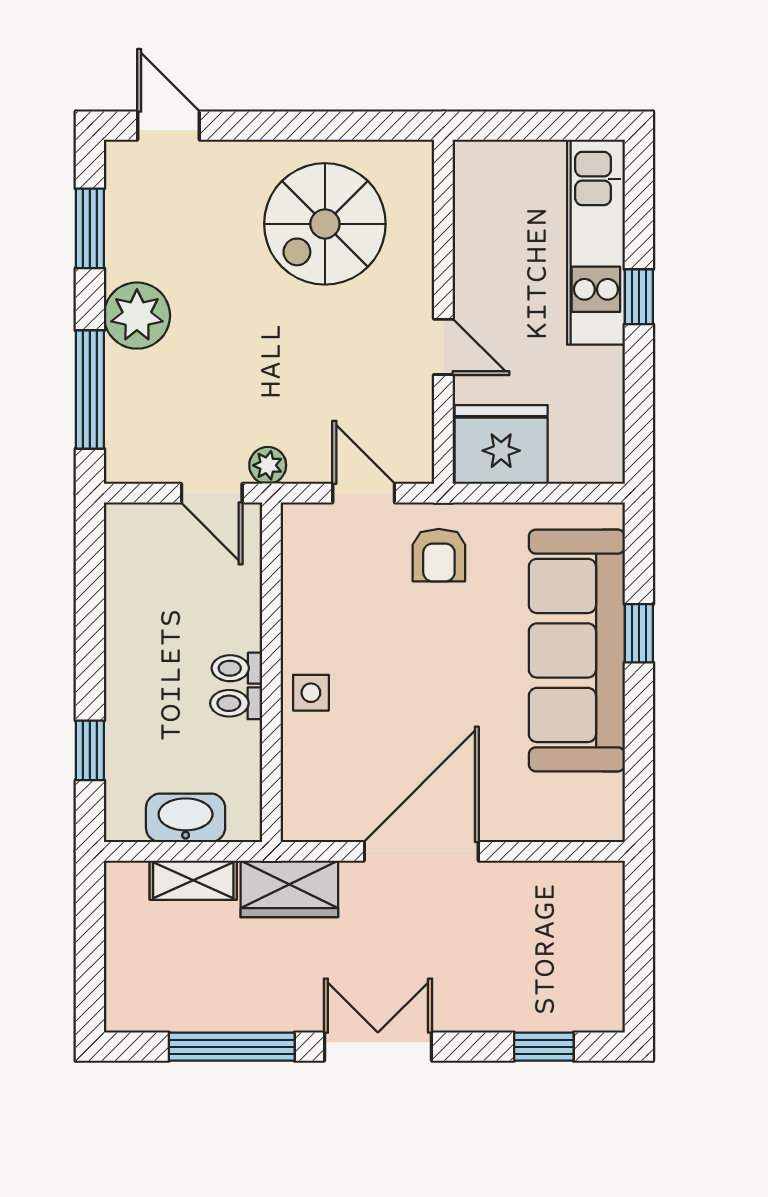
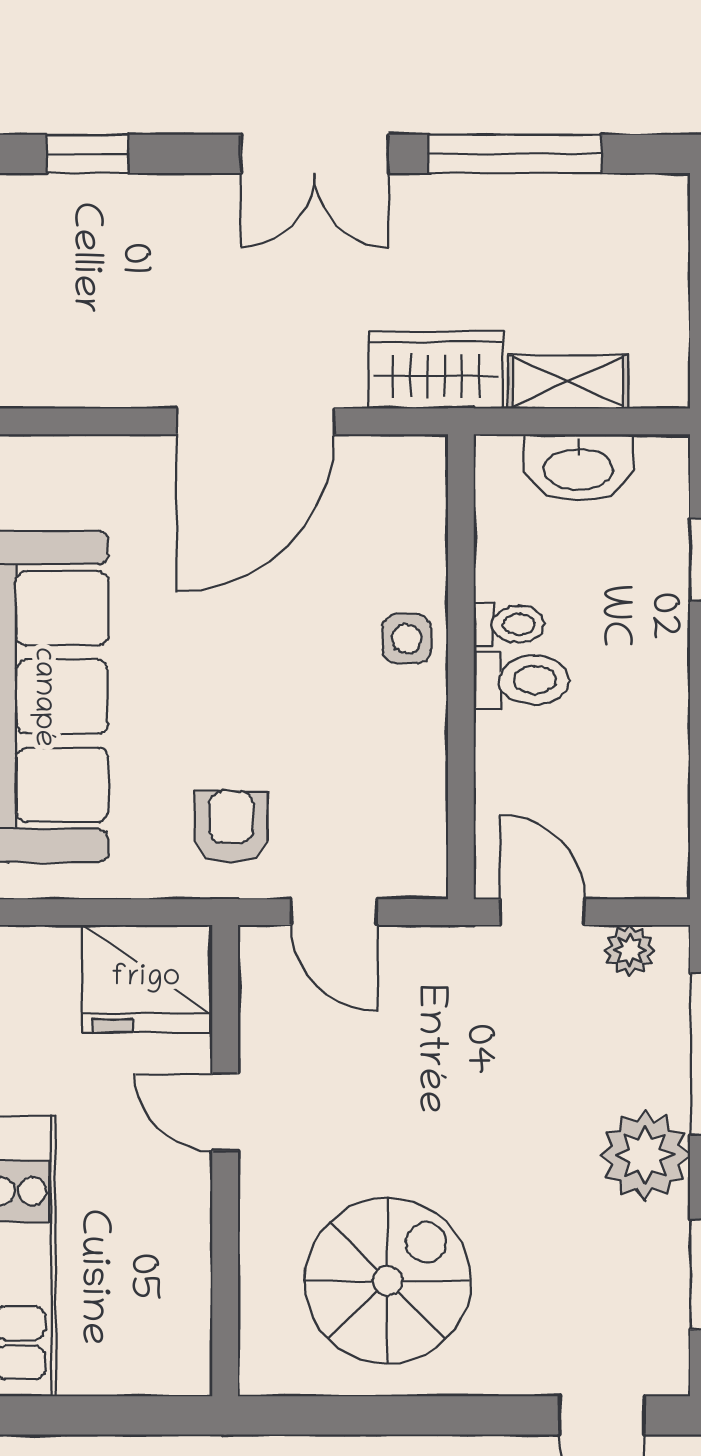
plant: (268, 465) -> (630, 950), moved
toilet: (237, 668) -> (521, 680), width x1.37, depth x1.39

